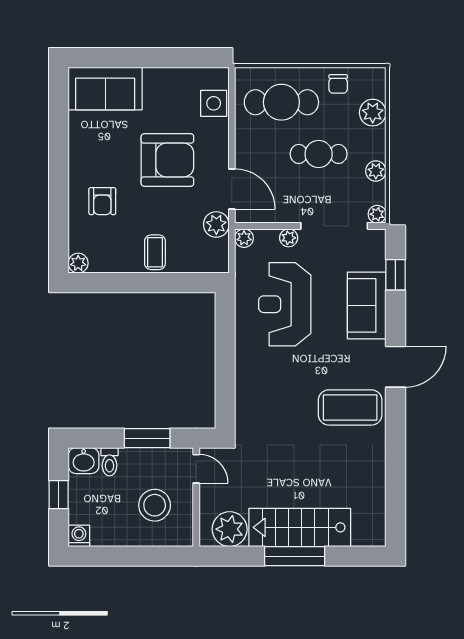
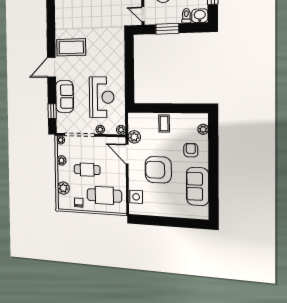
sofa: (105, 88) -> (198, 186), moved, turned -90
plant: (78, 263) -> (203, 129), moved

